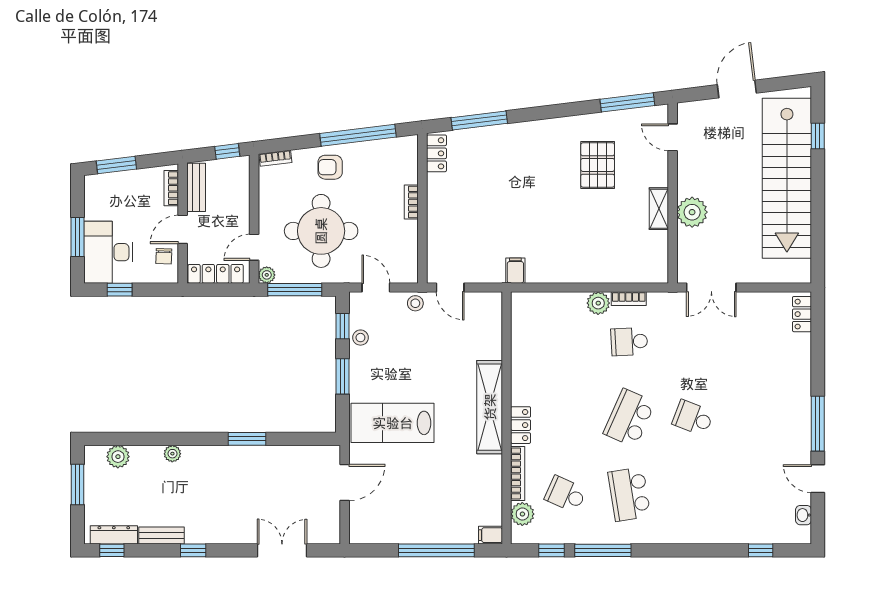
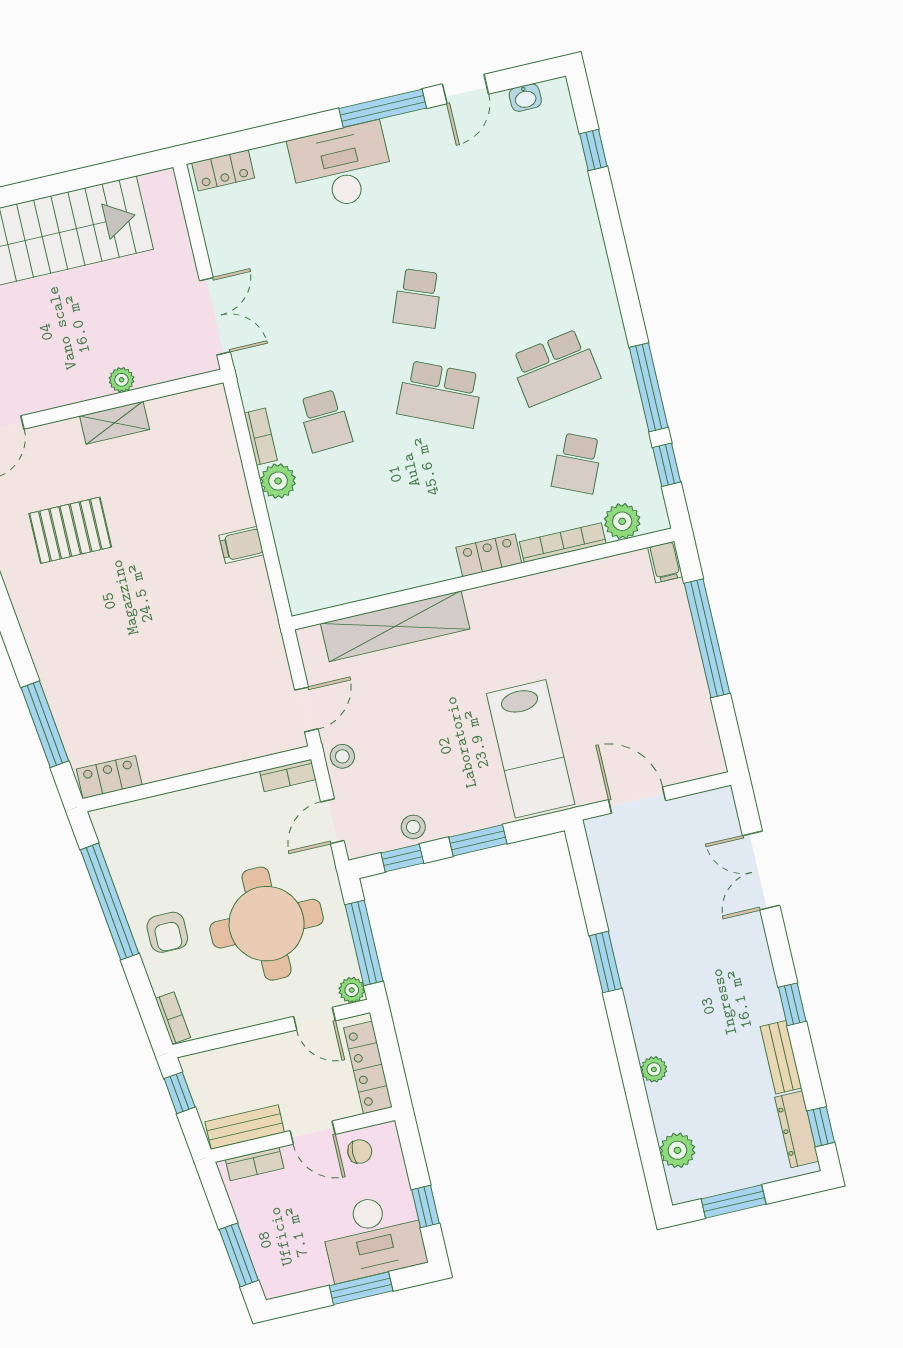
bookcase: (411, 202) -> (288, 775), moved
plant: (692, 212) -> (122, 380), width x0.53, depth x0.53
filing cabinet: (515, 271) -> (241, 545), moved
desk: (787, 389) -> (341, 167), added
shelving: (490, 407) -> (395, 626), moved

